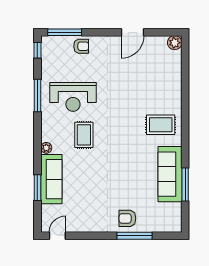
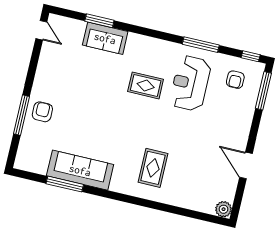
armchair: (81, 46) -> (235, 80), moved
rug: (161, 125) -> (153, 168), moved
plant: (46, 148) -> (141, 41), removed
sofa: (51, 179) -> (105, 38), width x0.73

